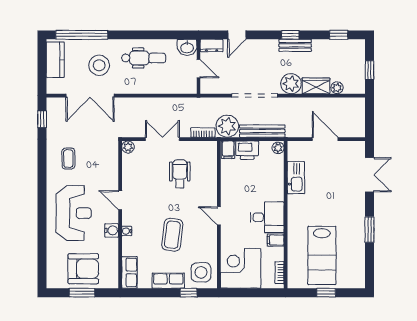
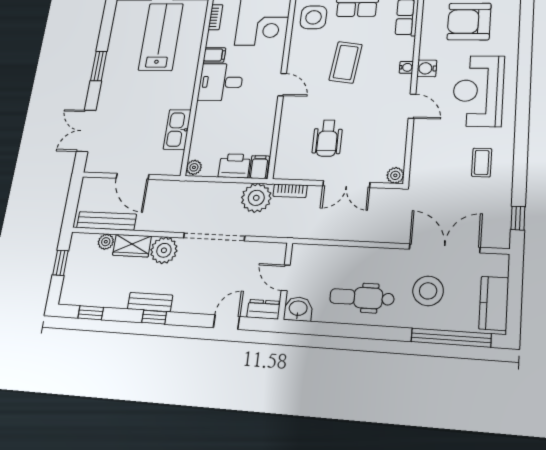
bench: (262, 131) -> (106, 221), moved

